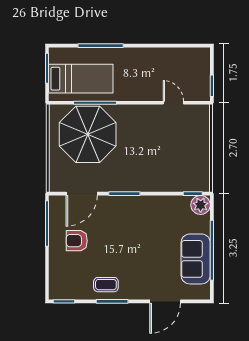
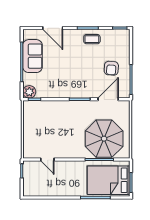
bed: (81, 79) -> (109, 180), width x1.50
armchair: (77, 241) -> (111, 68), turned 94
door: (165, 301) -> (53, 28), swing flipped

